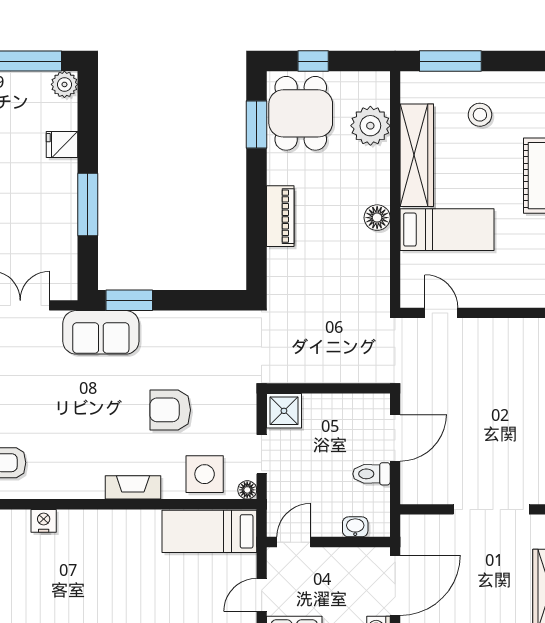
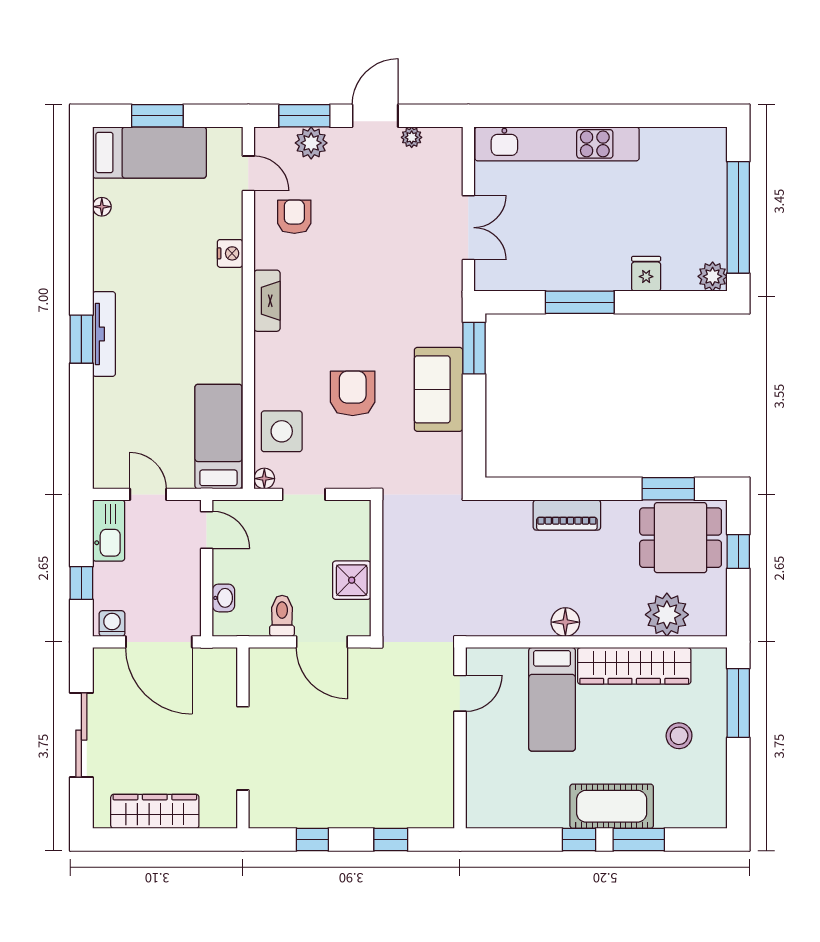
sofa: (101, 332) -> (439, 389), moved
shower: (284, 411) -> (352, 580), moved
fireplace: (133, 487) -> (267, 301), moved

